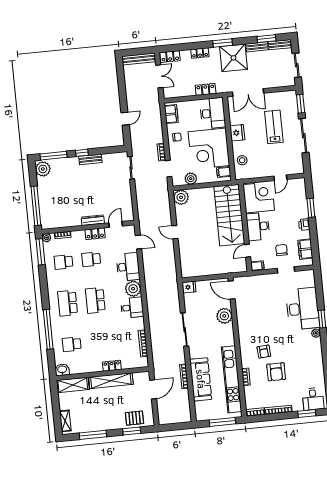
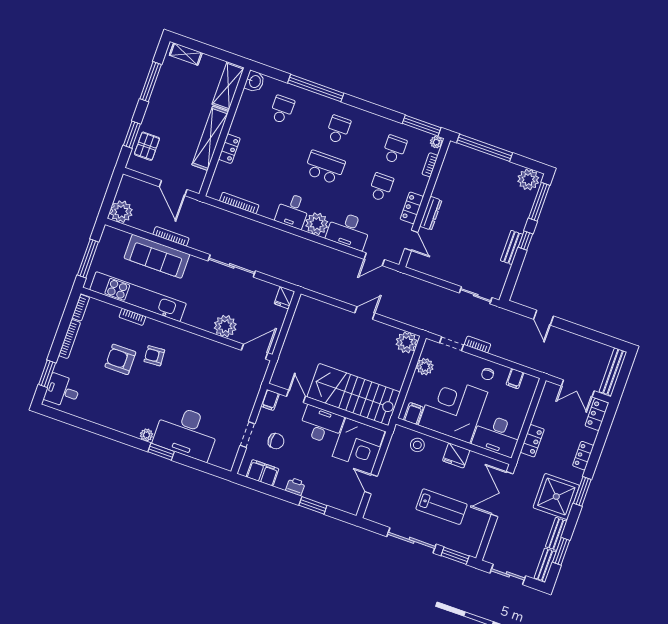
filing cabinet: (171, 114) -> (515, 379), width x0.50
school desk: (68, 303) -> (338, 129), width x0.54
plant: (183, 415) -> (121, 212), added

